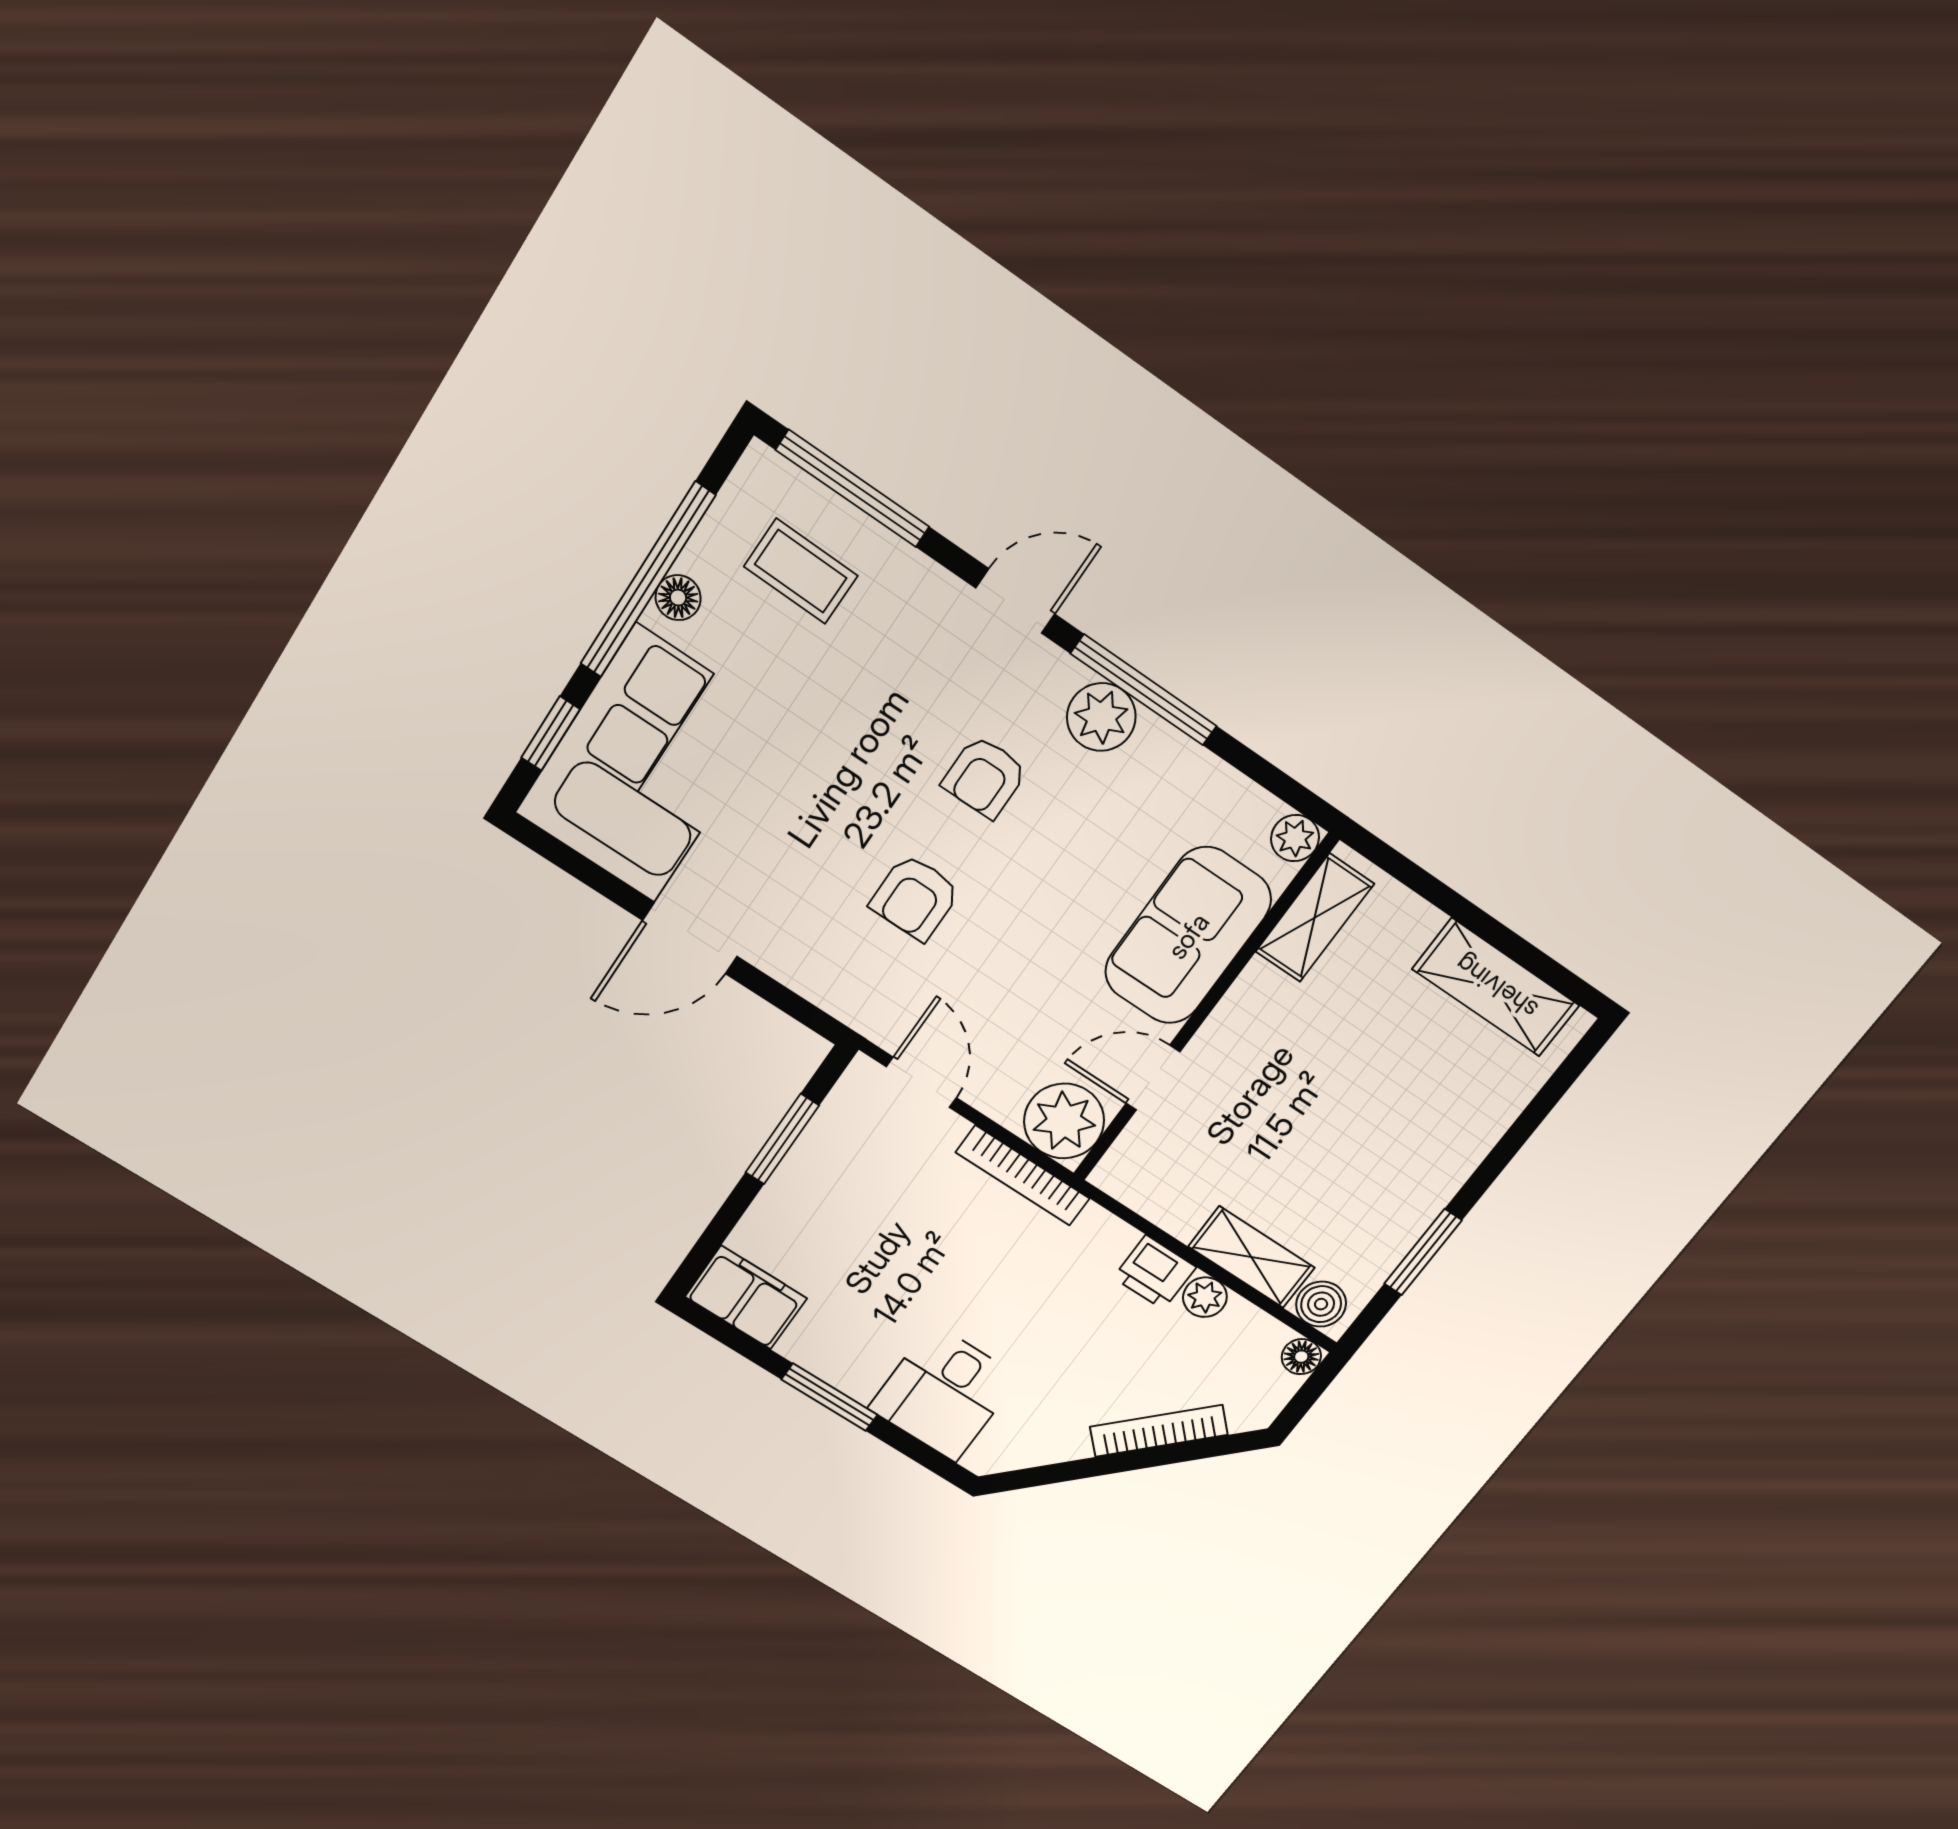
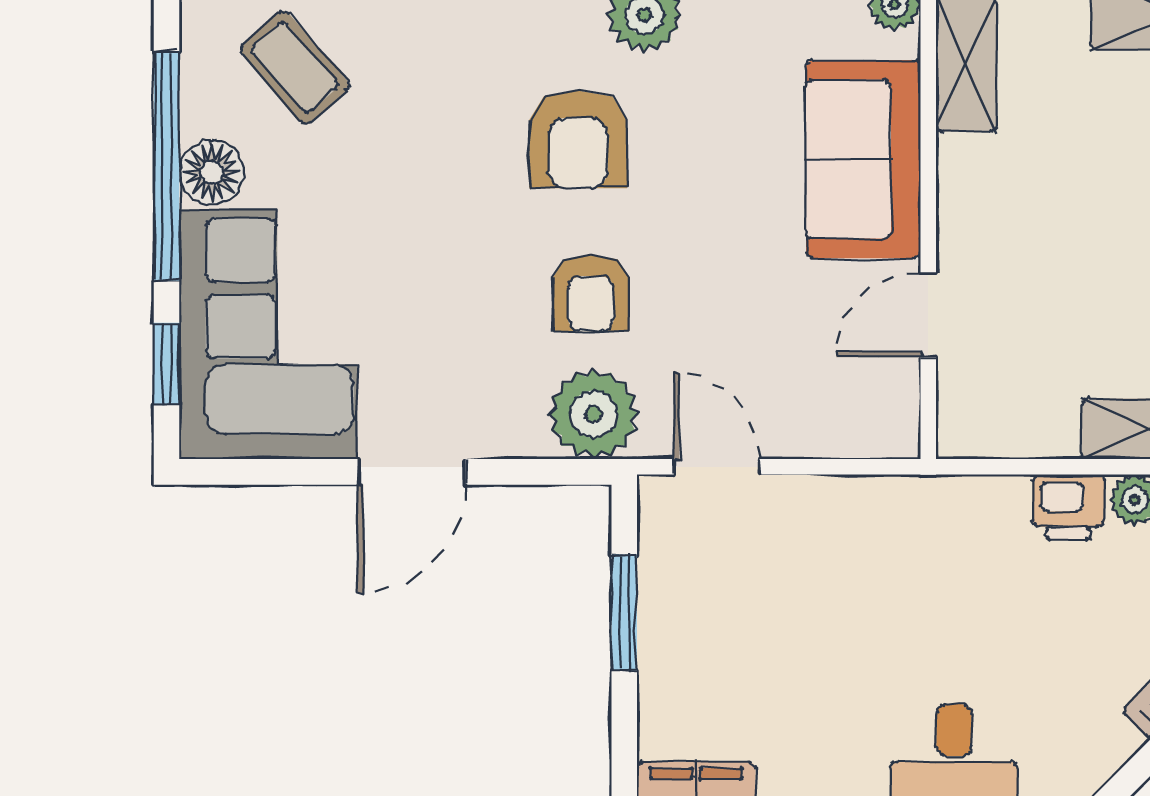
coffee table: (801, 571) -> (295, 67), turned 48
floor lamp: (678, 598) -> (212, 172), width x1.37, depth x1.37
armchair: (985, 777) -> (578, 139), width x1.38, depth x1.38
plant: (1064, 1121) -> (594, 414), moved
bookcase: (1023, 1175) -> (874, 495), removed

